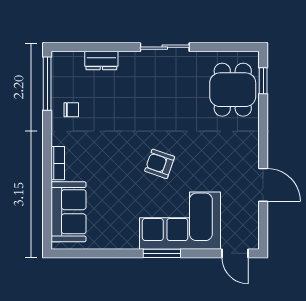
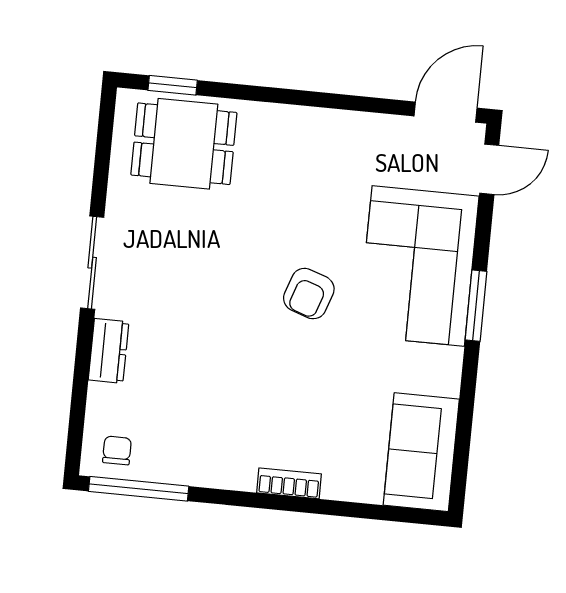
dresser: (101, 61) -> (109, 351), moved
chair: (71, 110) -> (117, 450), moved
door: (263, 185) -> (445, 112), moved
sofa: (69, 212) -> (421, 452), moved, turned -90

